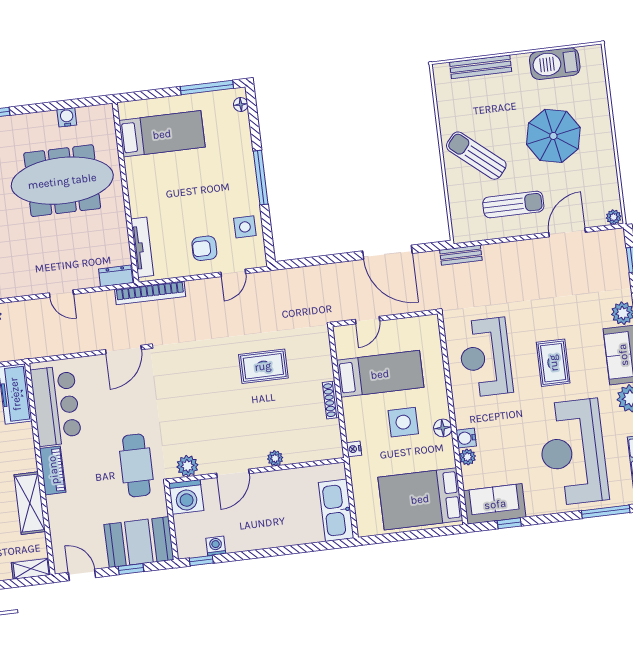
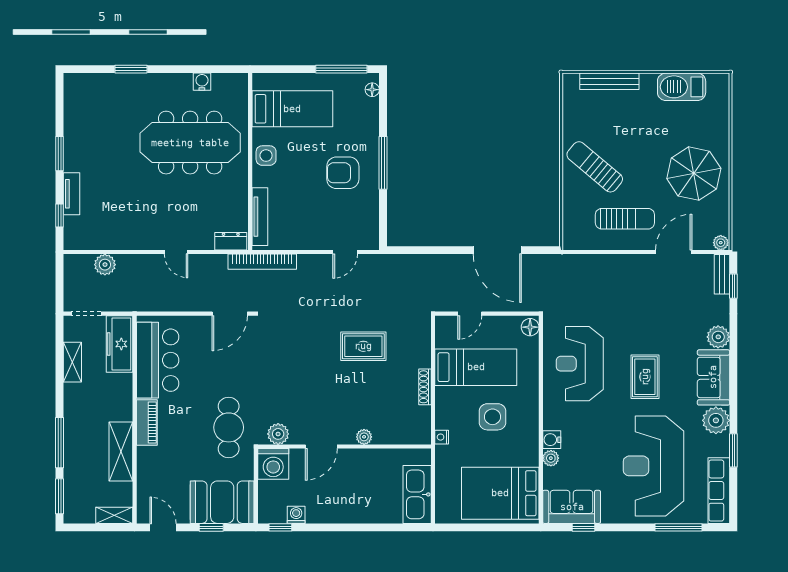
parasol: (553, 136) -> (694, 174), moved
side table: (245, 227) -> (266, 156), moved
armchair: (204, 248) -> (343, 173), moved, width x1.38, depth x1.38
bench: (461, 255) -> (722, 274), moved, turned 90
floor lamp: (443, 428) -> (530, 327), moved

